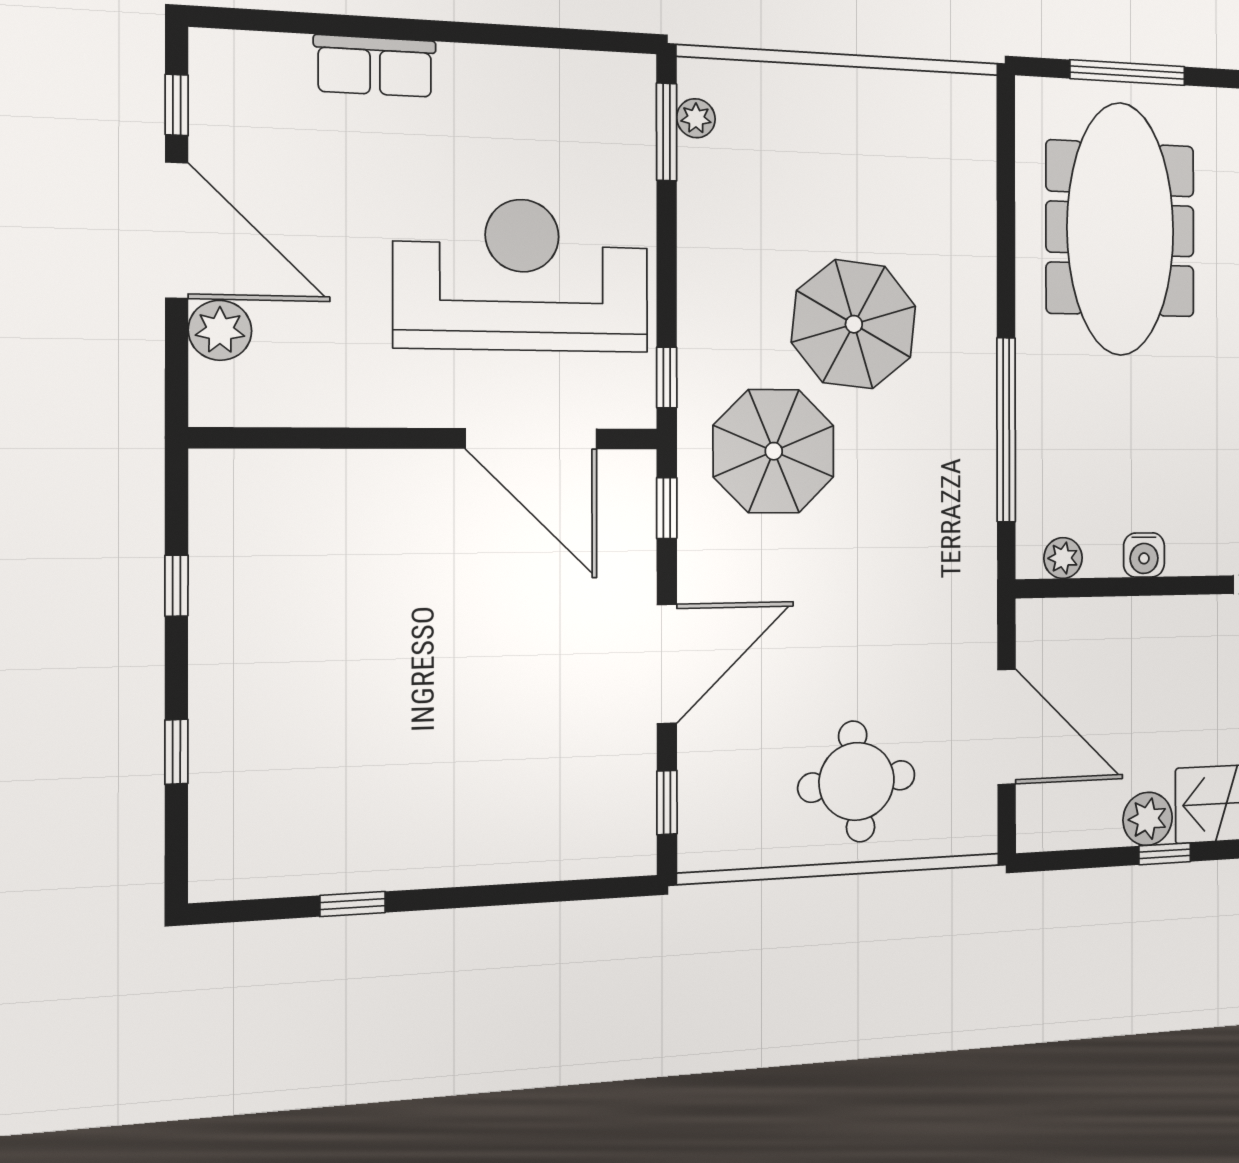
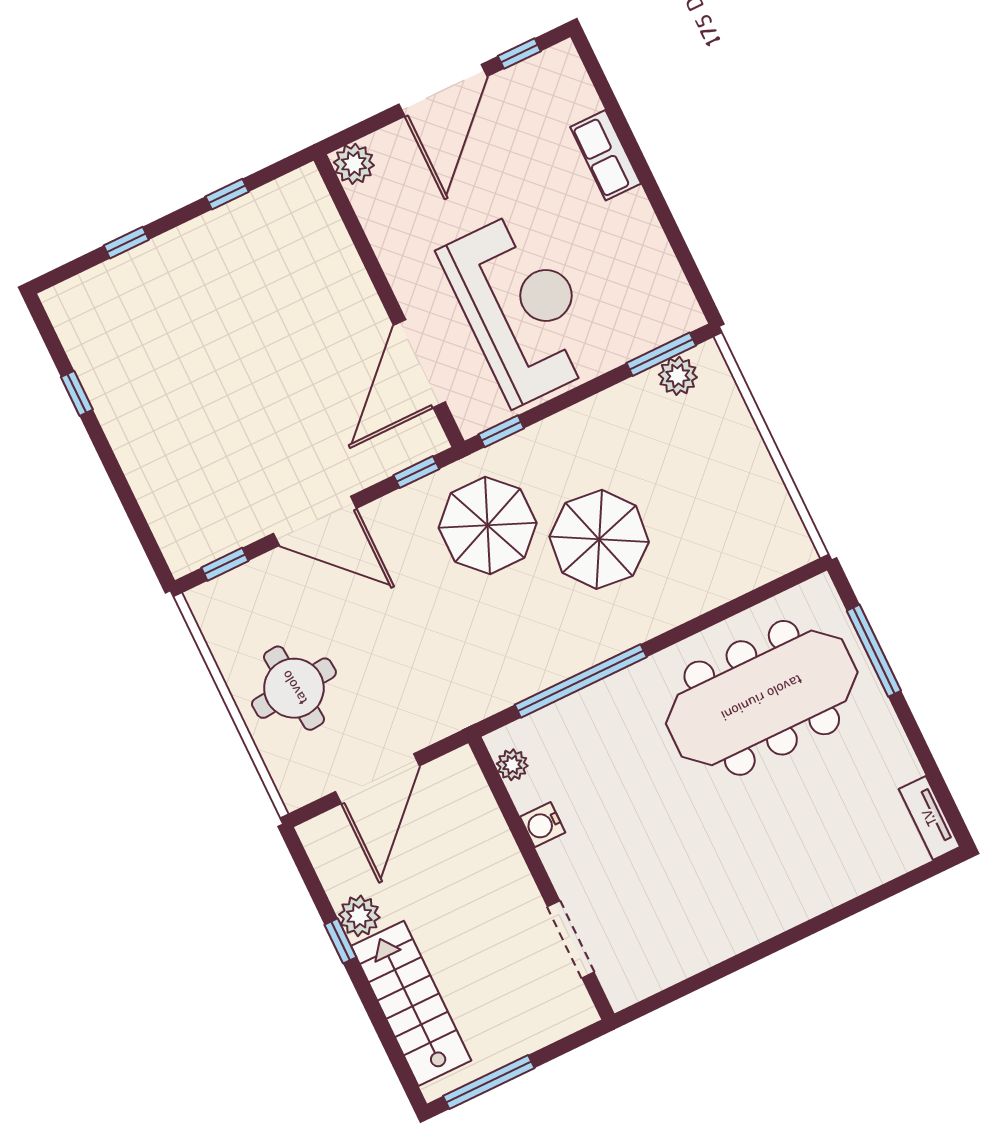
plant: (696, 118) -> (678, 376), width x1.38, depth x1.38
plant: (220, 330) -> (354, 164), moved

